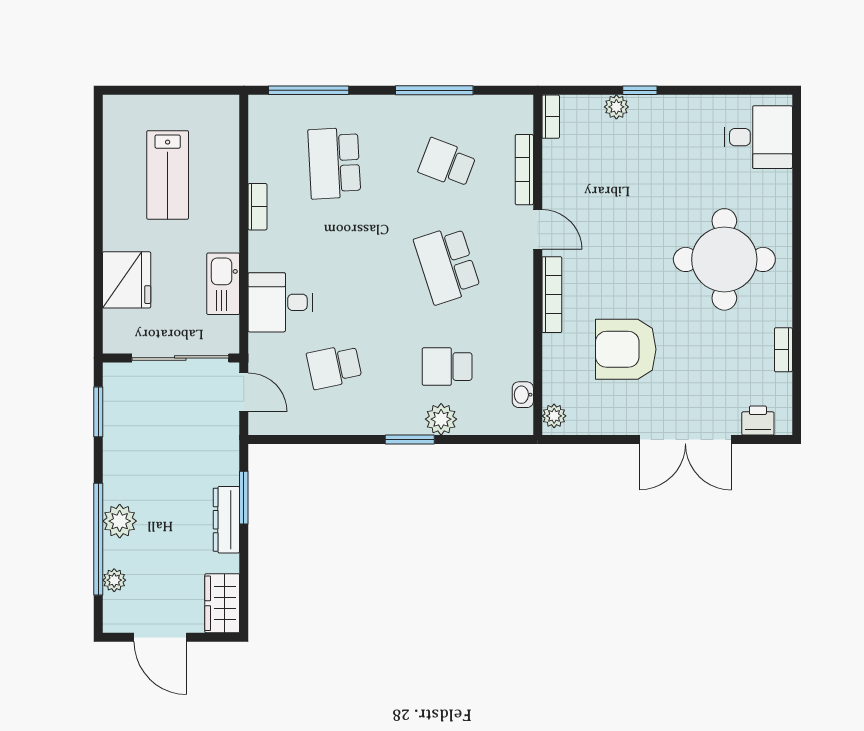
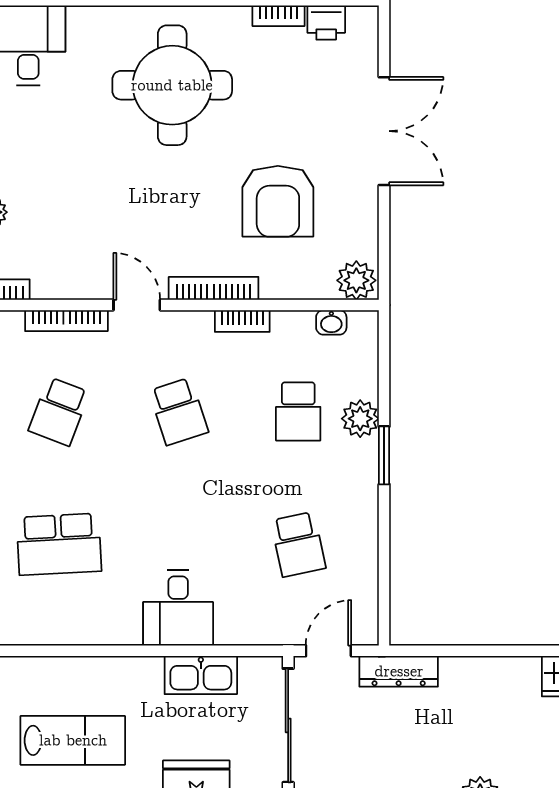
bookcase: (257, 207) -> (242, 321), moved, turned 180
door: (538, 229) -> (137, 305), hinge flipped
school desk: (447, 265) -> (179, 411), width x0.54
desk: (280, 302) -> (178, 608), moved
plant: (554, 416) -> (356, 280), width x1.38, depth x1.38
printer: (758, 420) -> (326, 22), moved, turned -90
window: (244, 498) -> (453, 651), removed
dresser: (226, 520) -> (399, 671), moved

